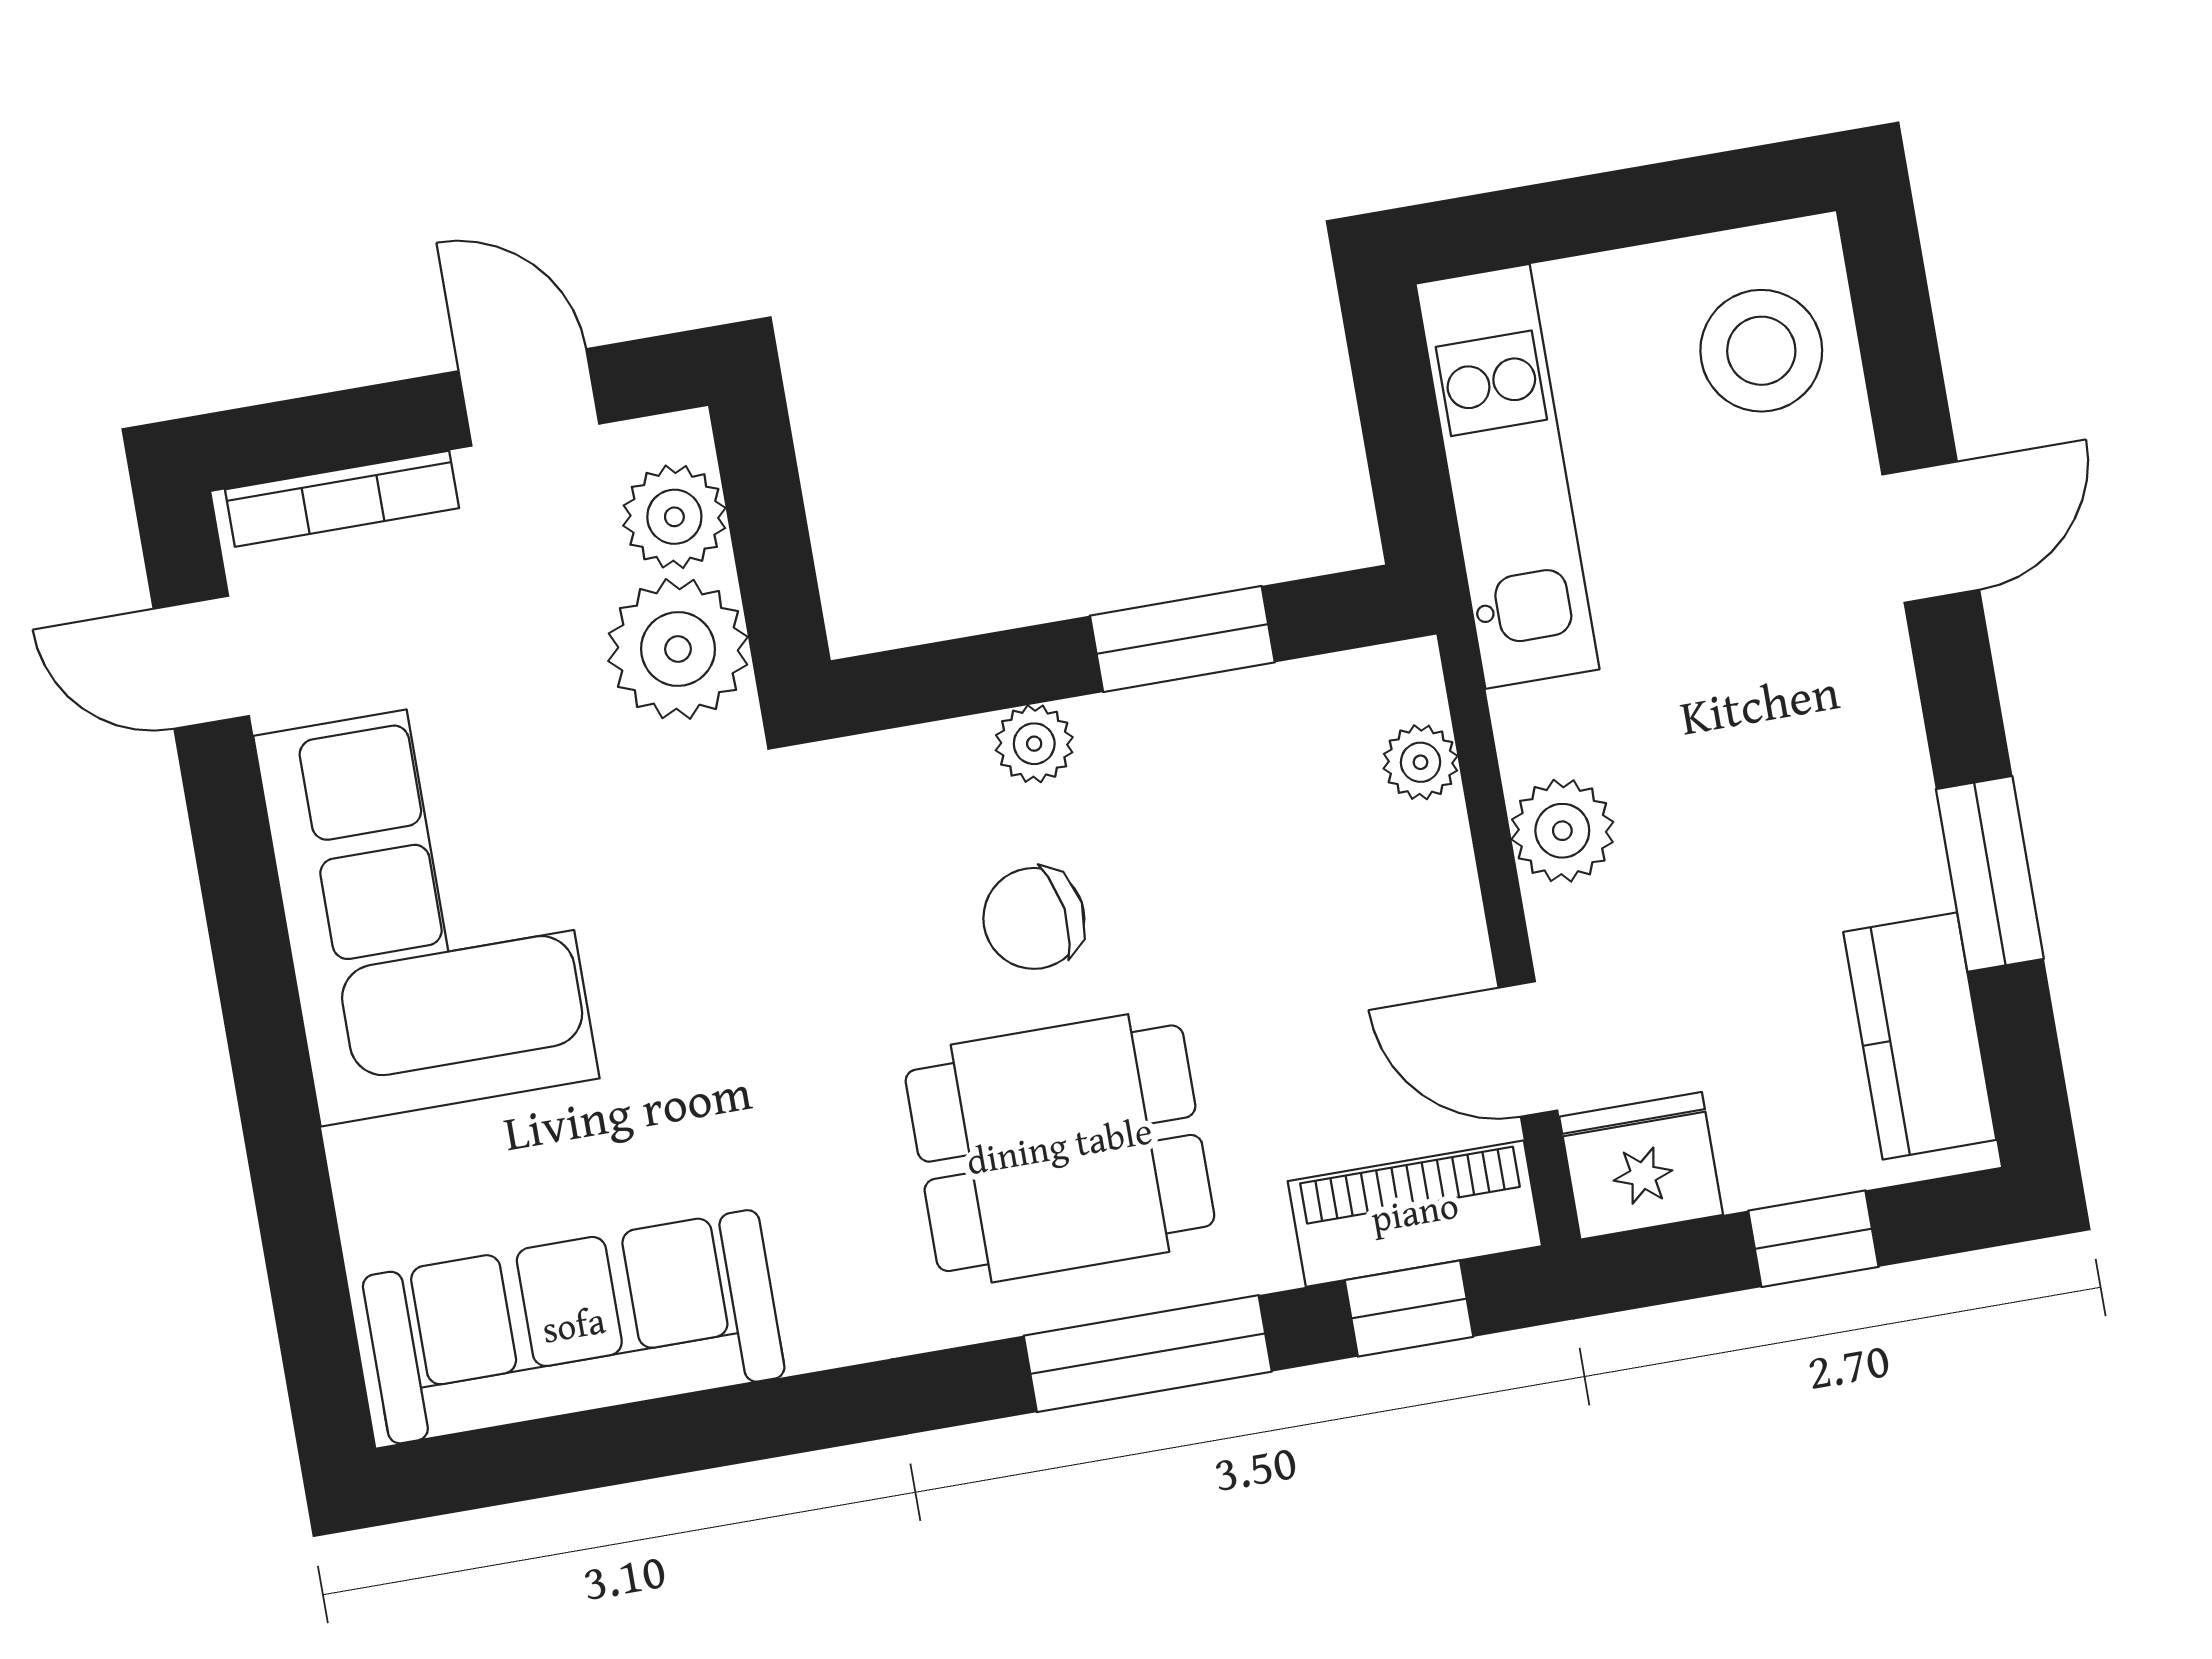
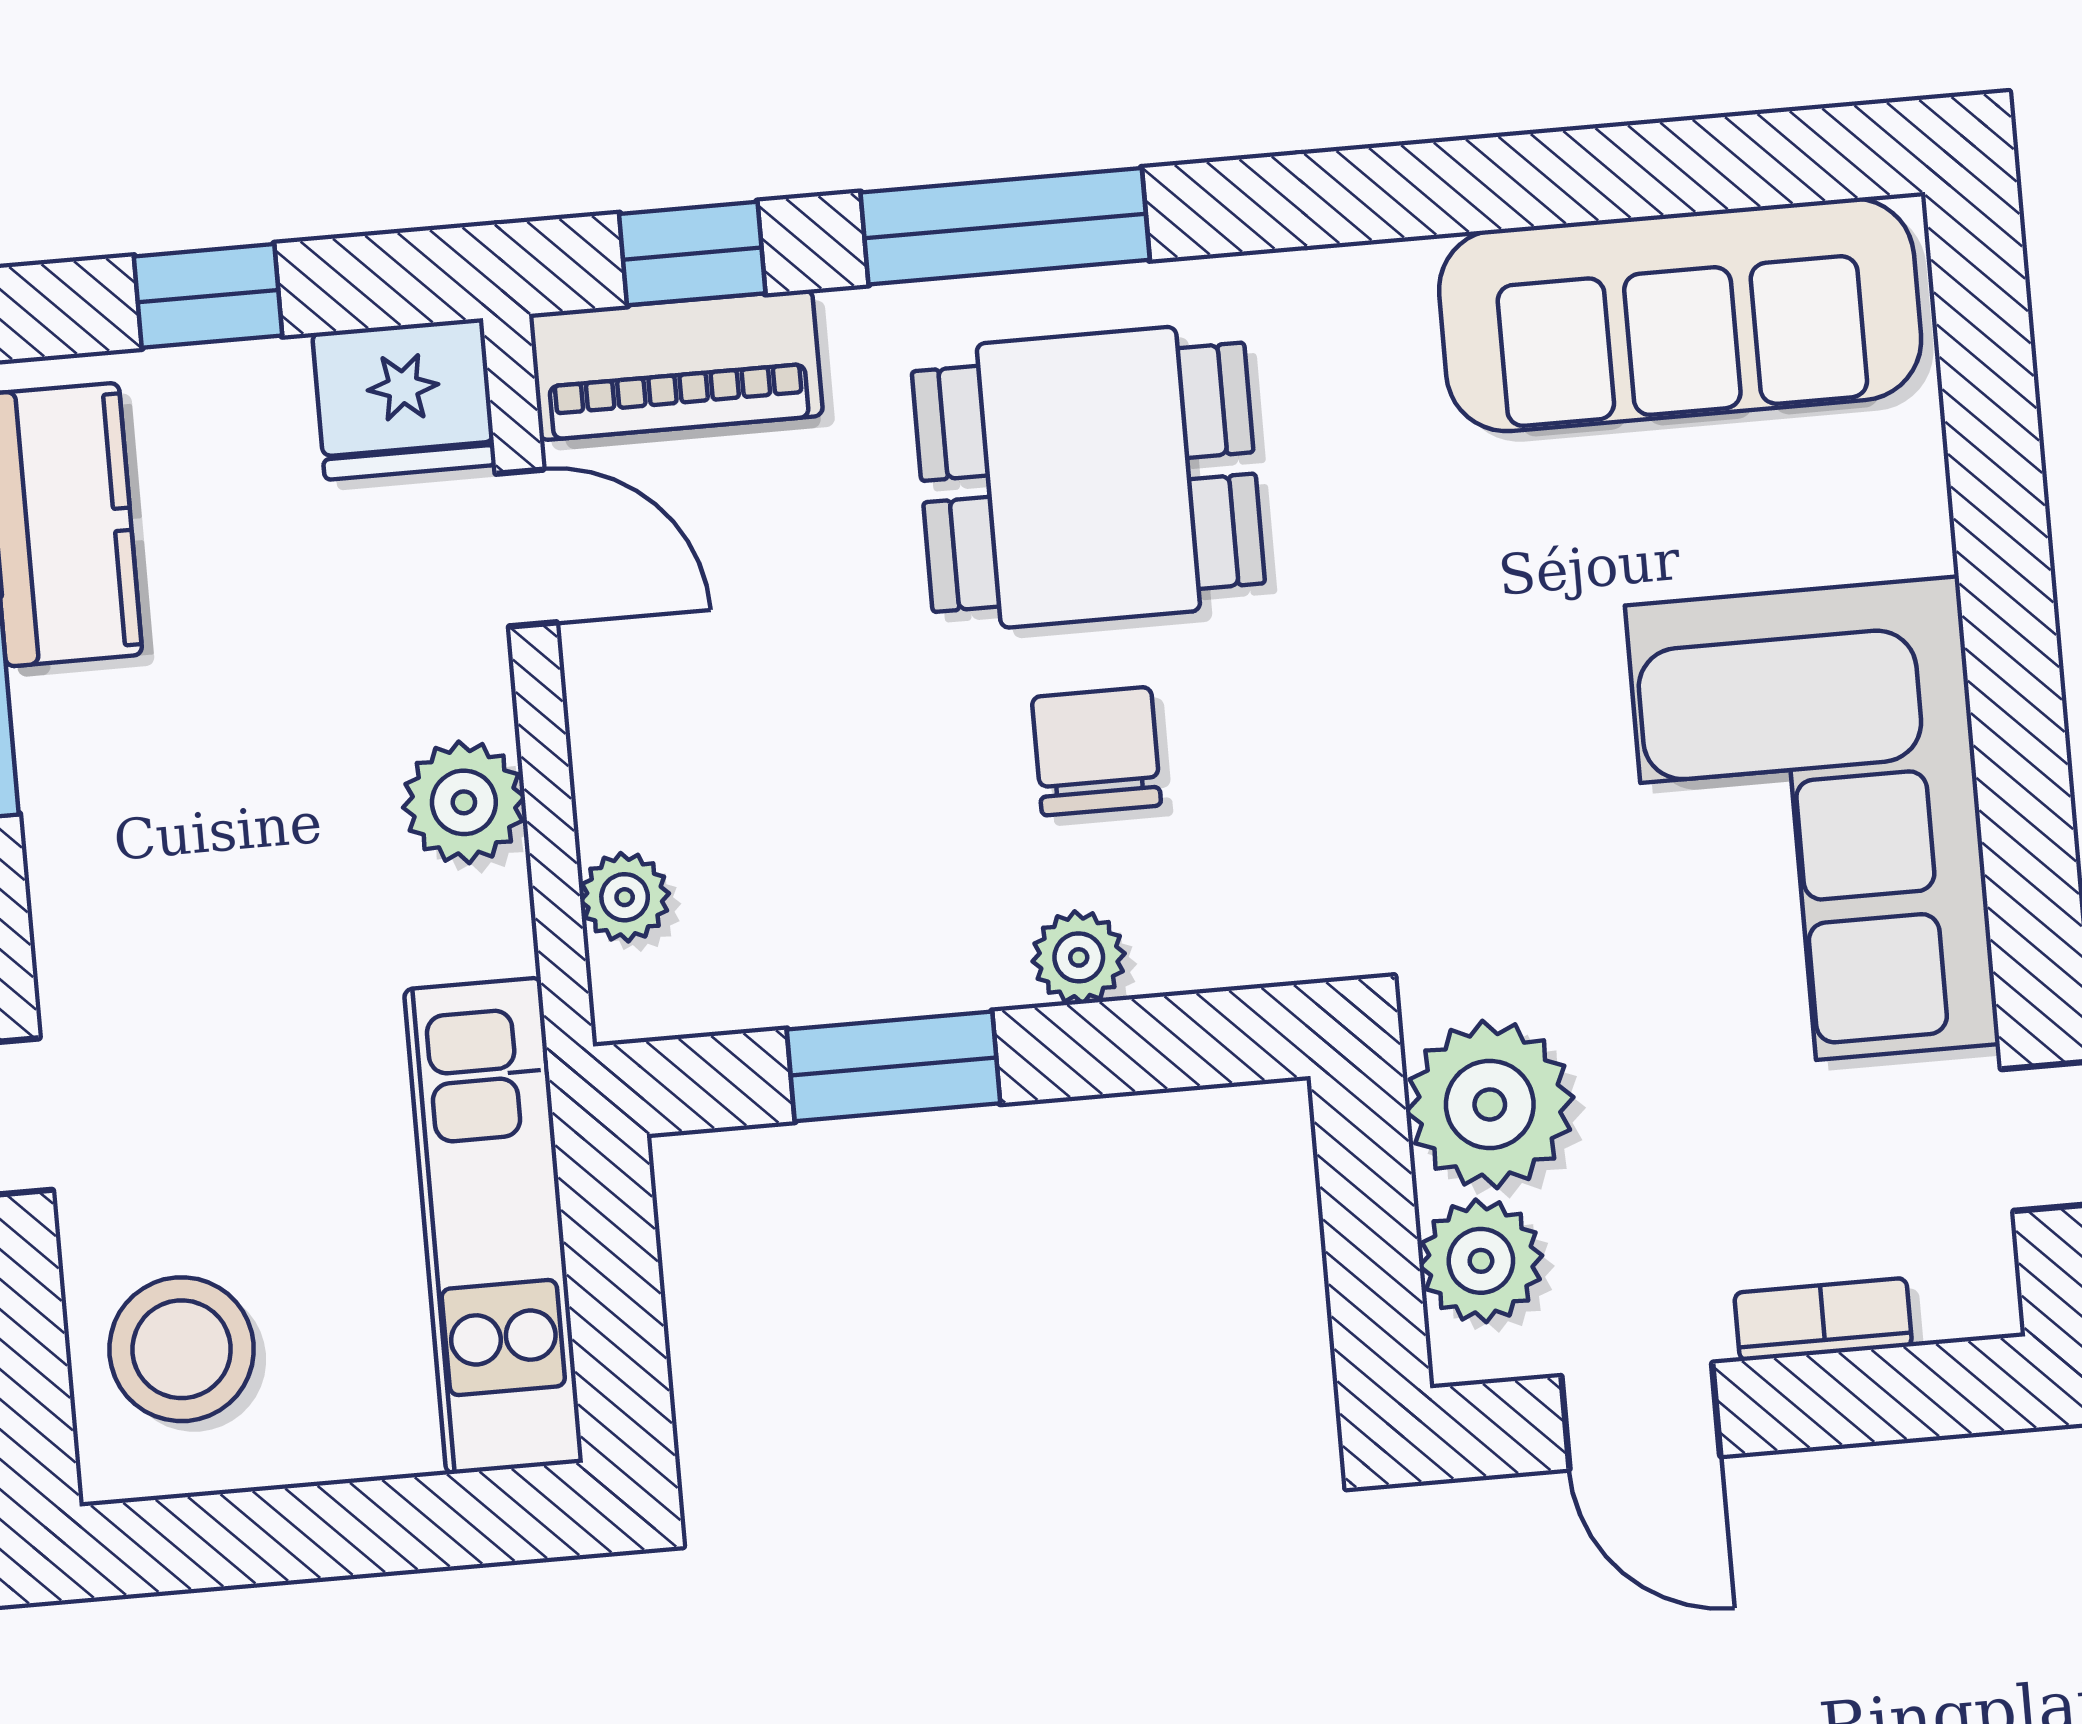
bookcase: (342, 499) -> (1823, 1319), width x0.64
chair: (1034, 918) -> (1096, 751), turned -82

